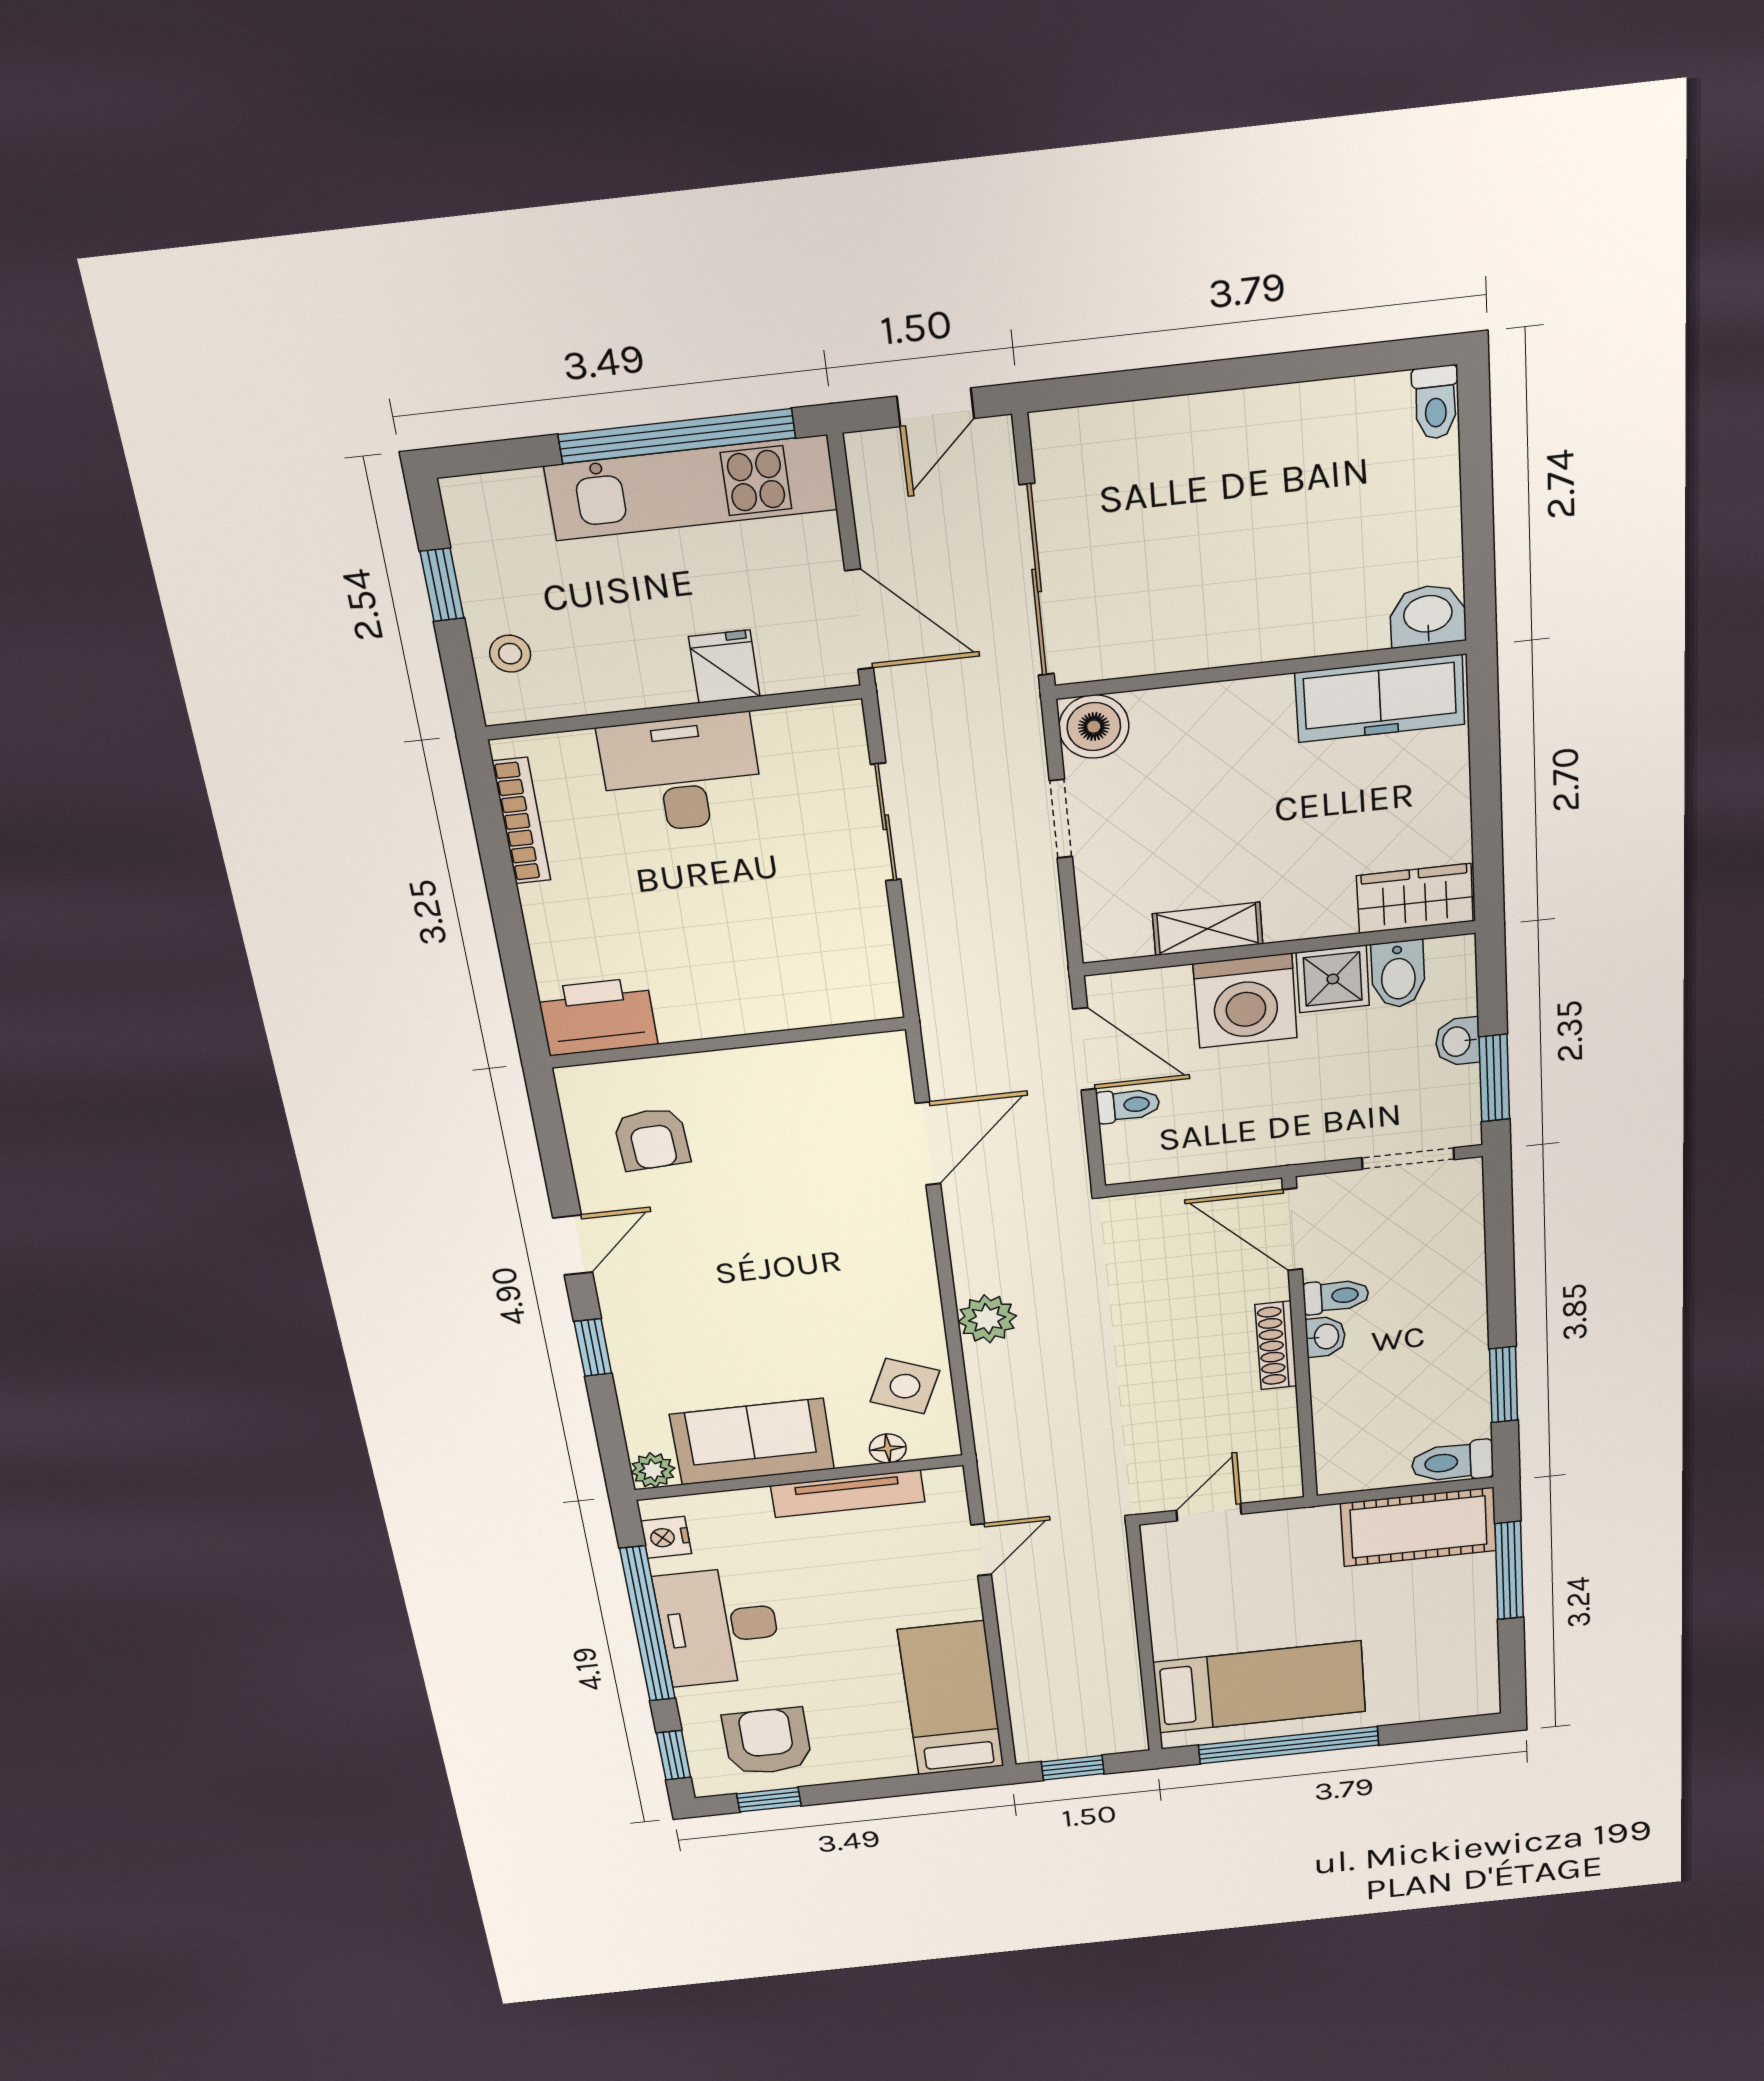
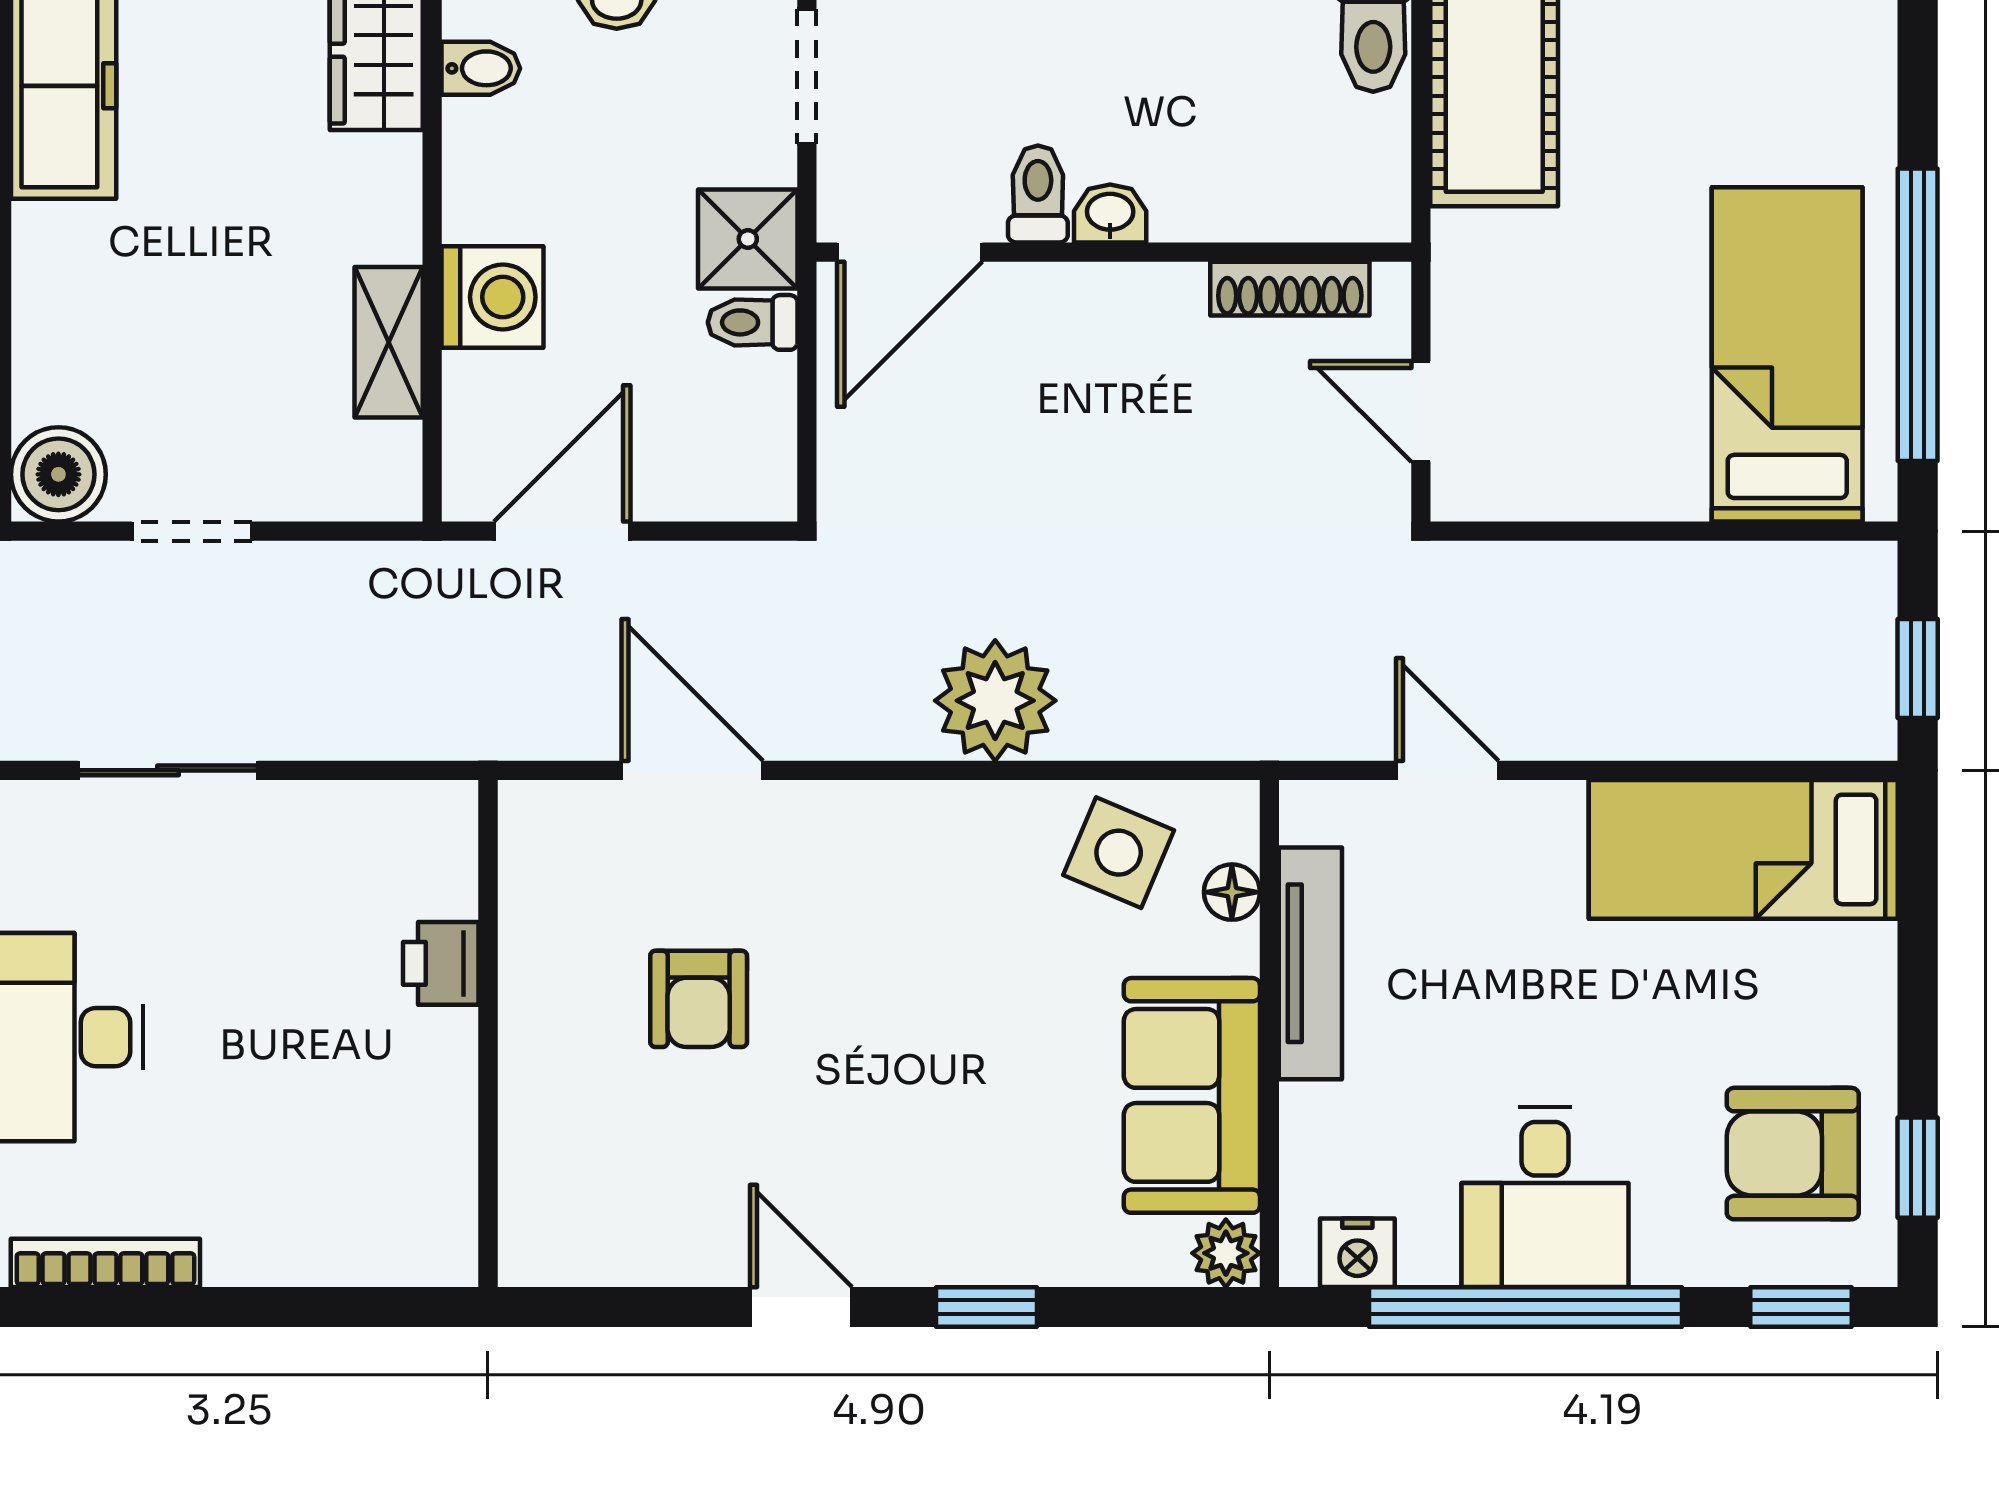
bidet: (1398, 974) -> (481, 68), width x0.72, depth x0.74
shower: (1333, 979) -> (748, 239), moved
washing machine: (1245, 1001) -> (493, 297), width x0.73, depth x0.73
printer: (597, 1017) -> (441, 963), moved, width x0.53, depth x0.68
toilet: (1128, 1105) -> (753, 322), moved, turned -90
armchair: (652, 1139) -> (699, 999), moved, turned 93
plant: (987, 1319) -> (995, 701), width x1.36, depth x1.36
shoe rack: (1276, 1345) -> (1290, 289), moved
desk: (719, 1626) -> (1545, 1197), width x0.73

